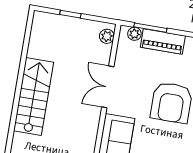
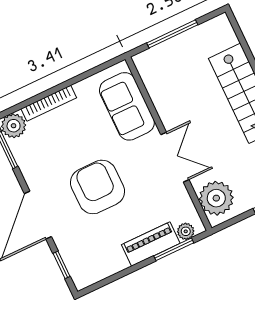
plant: (107, 36) -> (216, 198), width x1.87, depth x1.87

